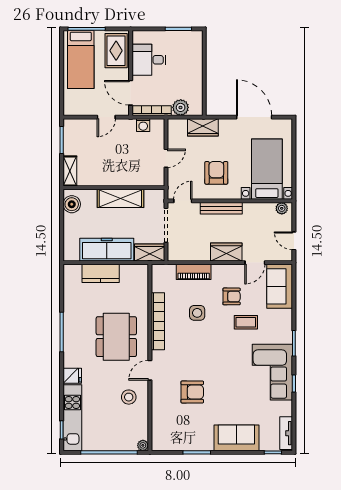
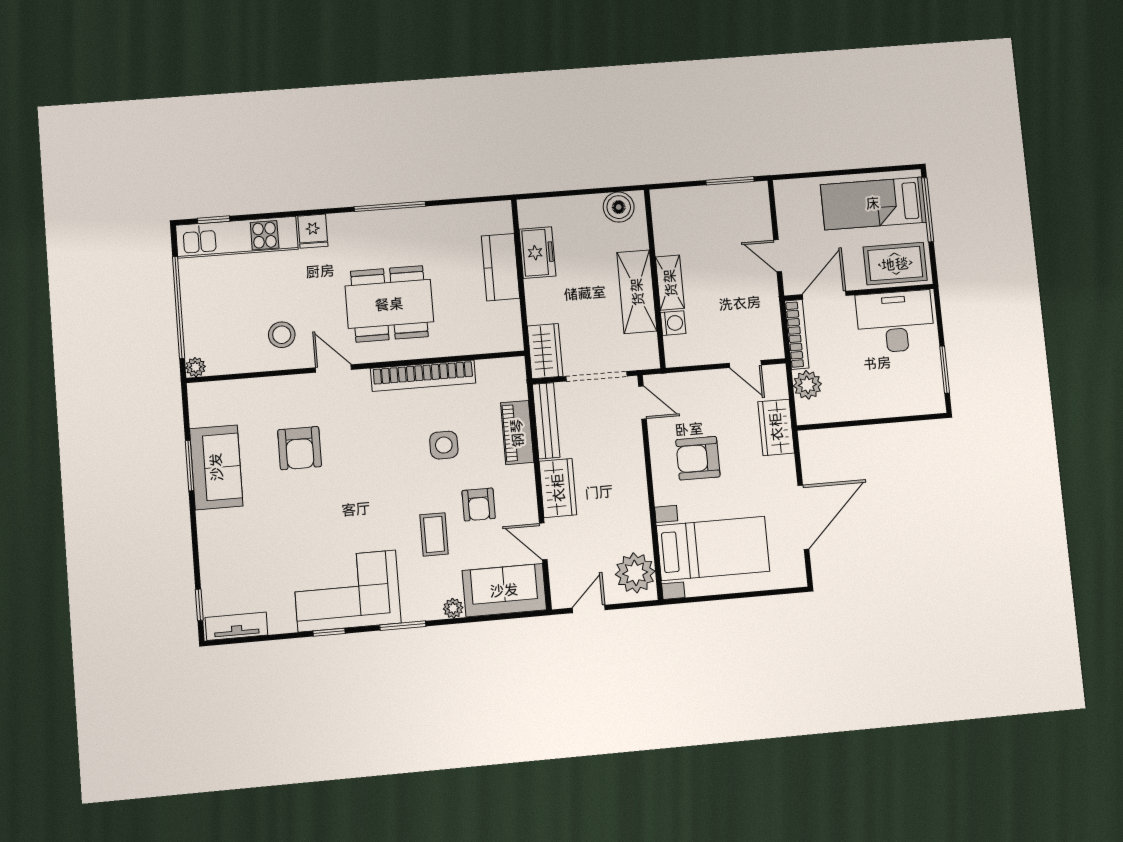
desk: (149, 60) -> (895, 322), width x1.37
washing machine: (143, 125) -> (673, 323), moved, turned 180
door: (166, 158) -> (745, 364), moved
shelving: (70, 171) -> (670, 283), moved, turned 90
armchair: (216, 173) -> (698, 458), turned 180
bench: (221, 208) -> (546, 421), moved
plant: (282, 208) -> (635, 573), width x1.87, depth x1.87
freezer: (107, 250) -> (537, 253), width x0.52, depth x0.79
plant: (287, 315) -> (453, 608), added
sofa: (236, 438) -> (216, 467), moved

